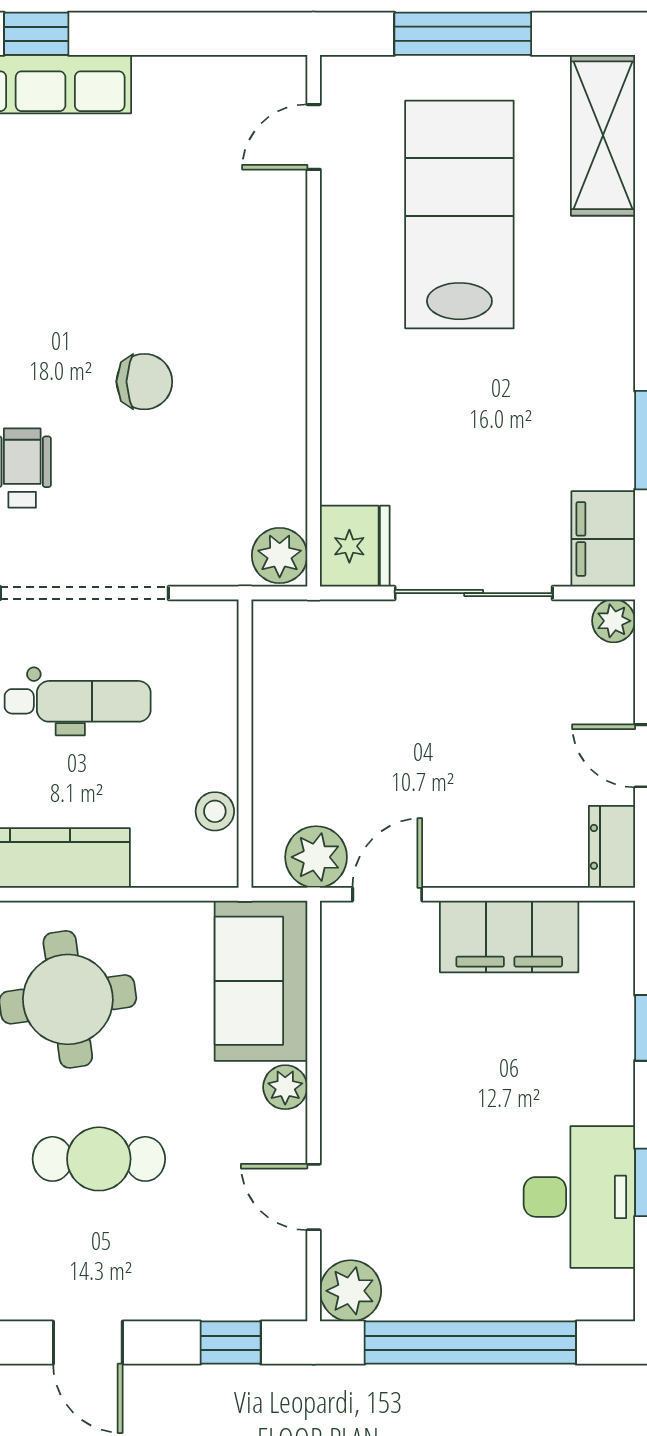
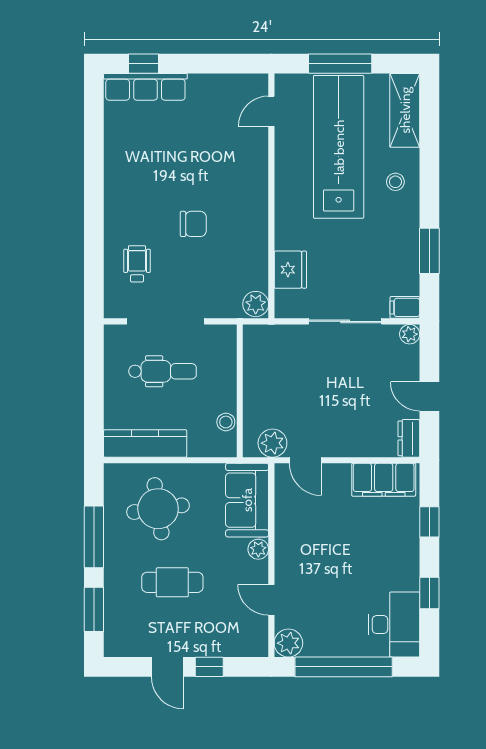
lab bench: (459, 214) -> (339, 147), width x1.36
stool: (583, 290) -> (395, 182), added
filing cabinet: (603, 539) -> (405, 307), width x0.50
fridge: (355, 546) -> (290, 270), moved
door: (387, 894) -> (305, 460), swing flipped
filing cabinet: (509, 937) -> (384, 480), moved
desk: (579, 1197) -> (394, 625), moved
window: (231, 1343) -> (209, 667), moved

